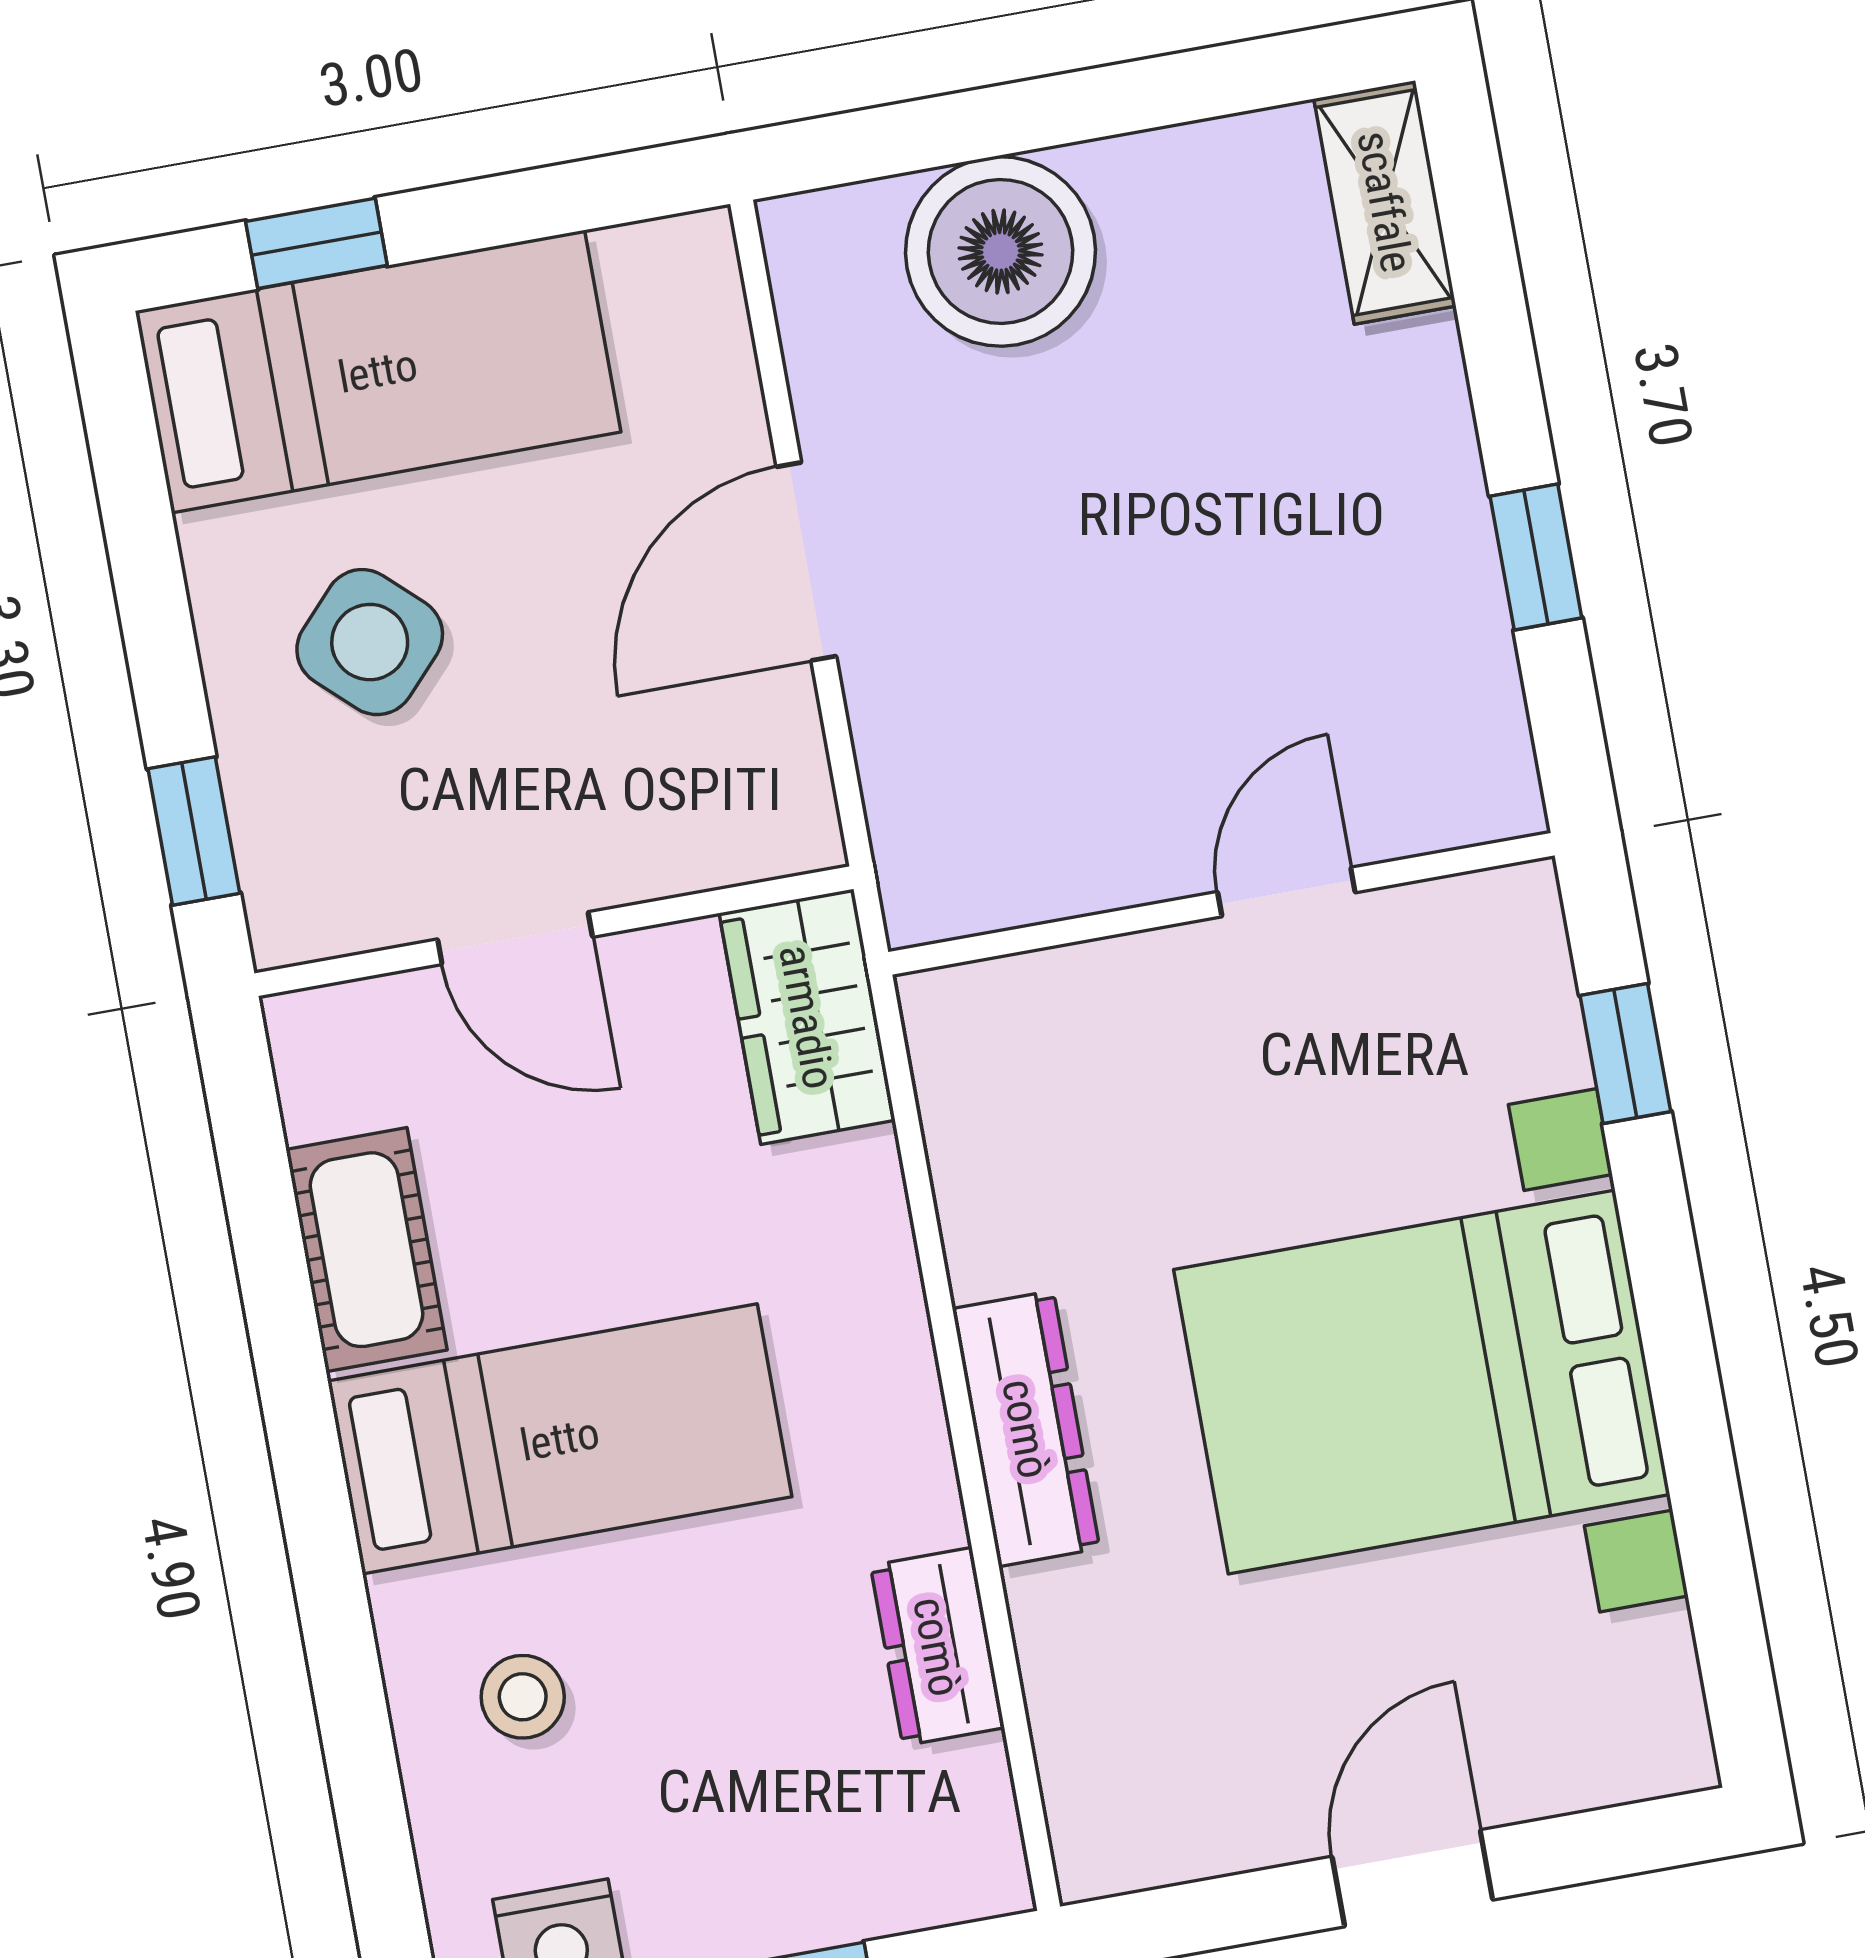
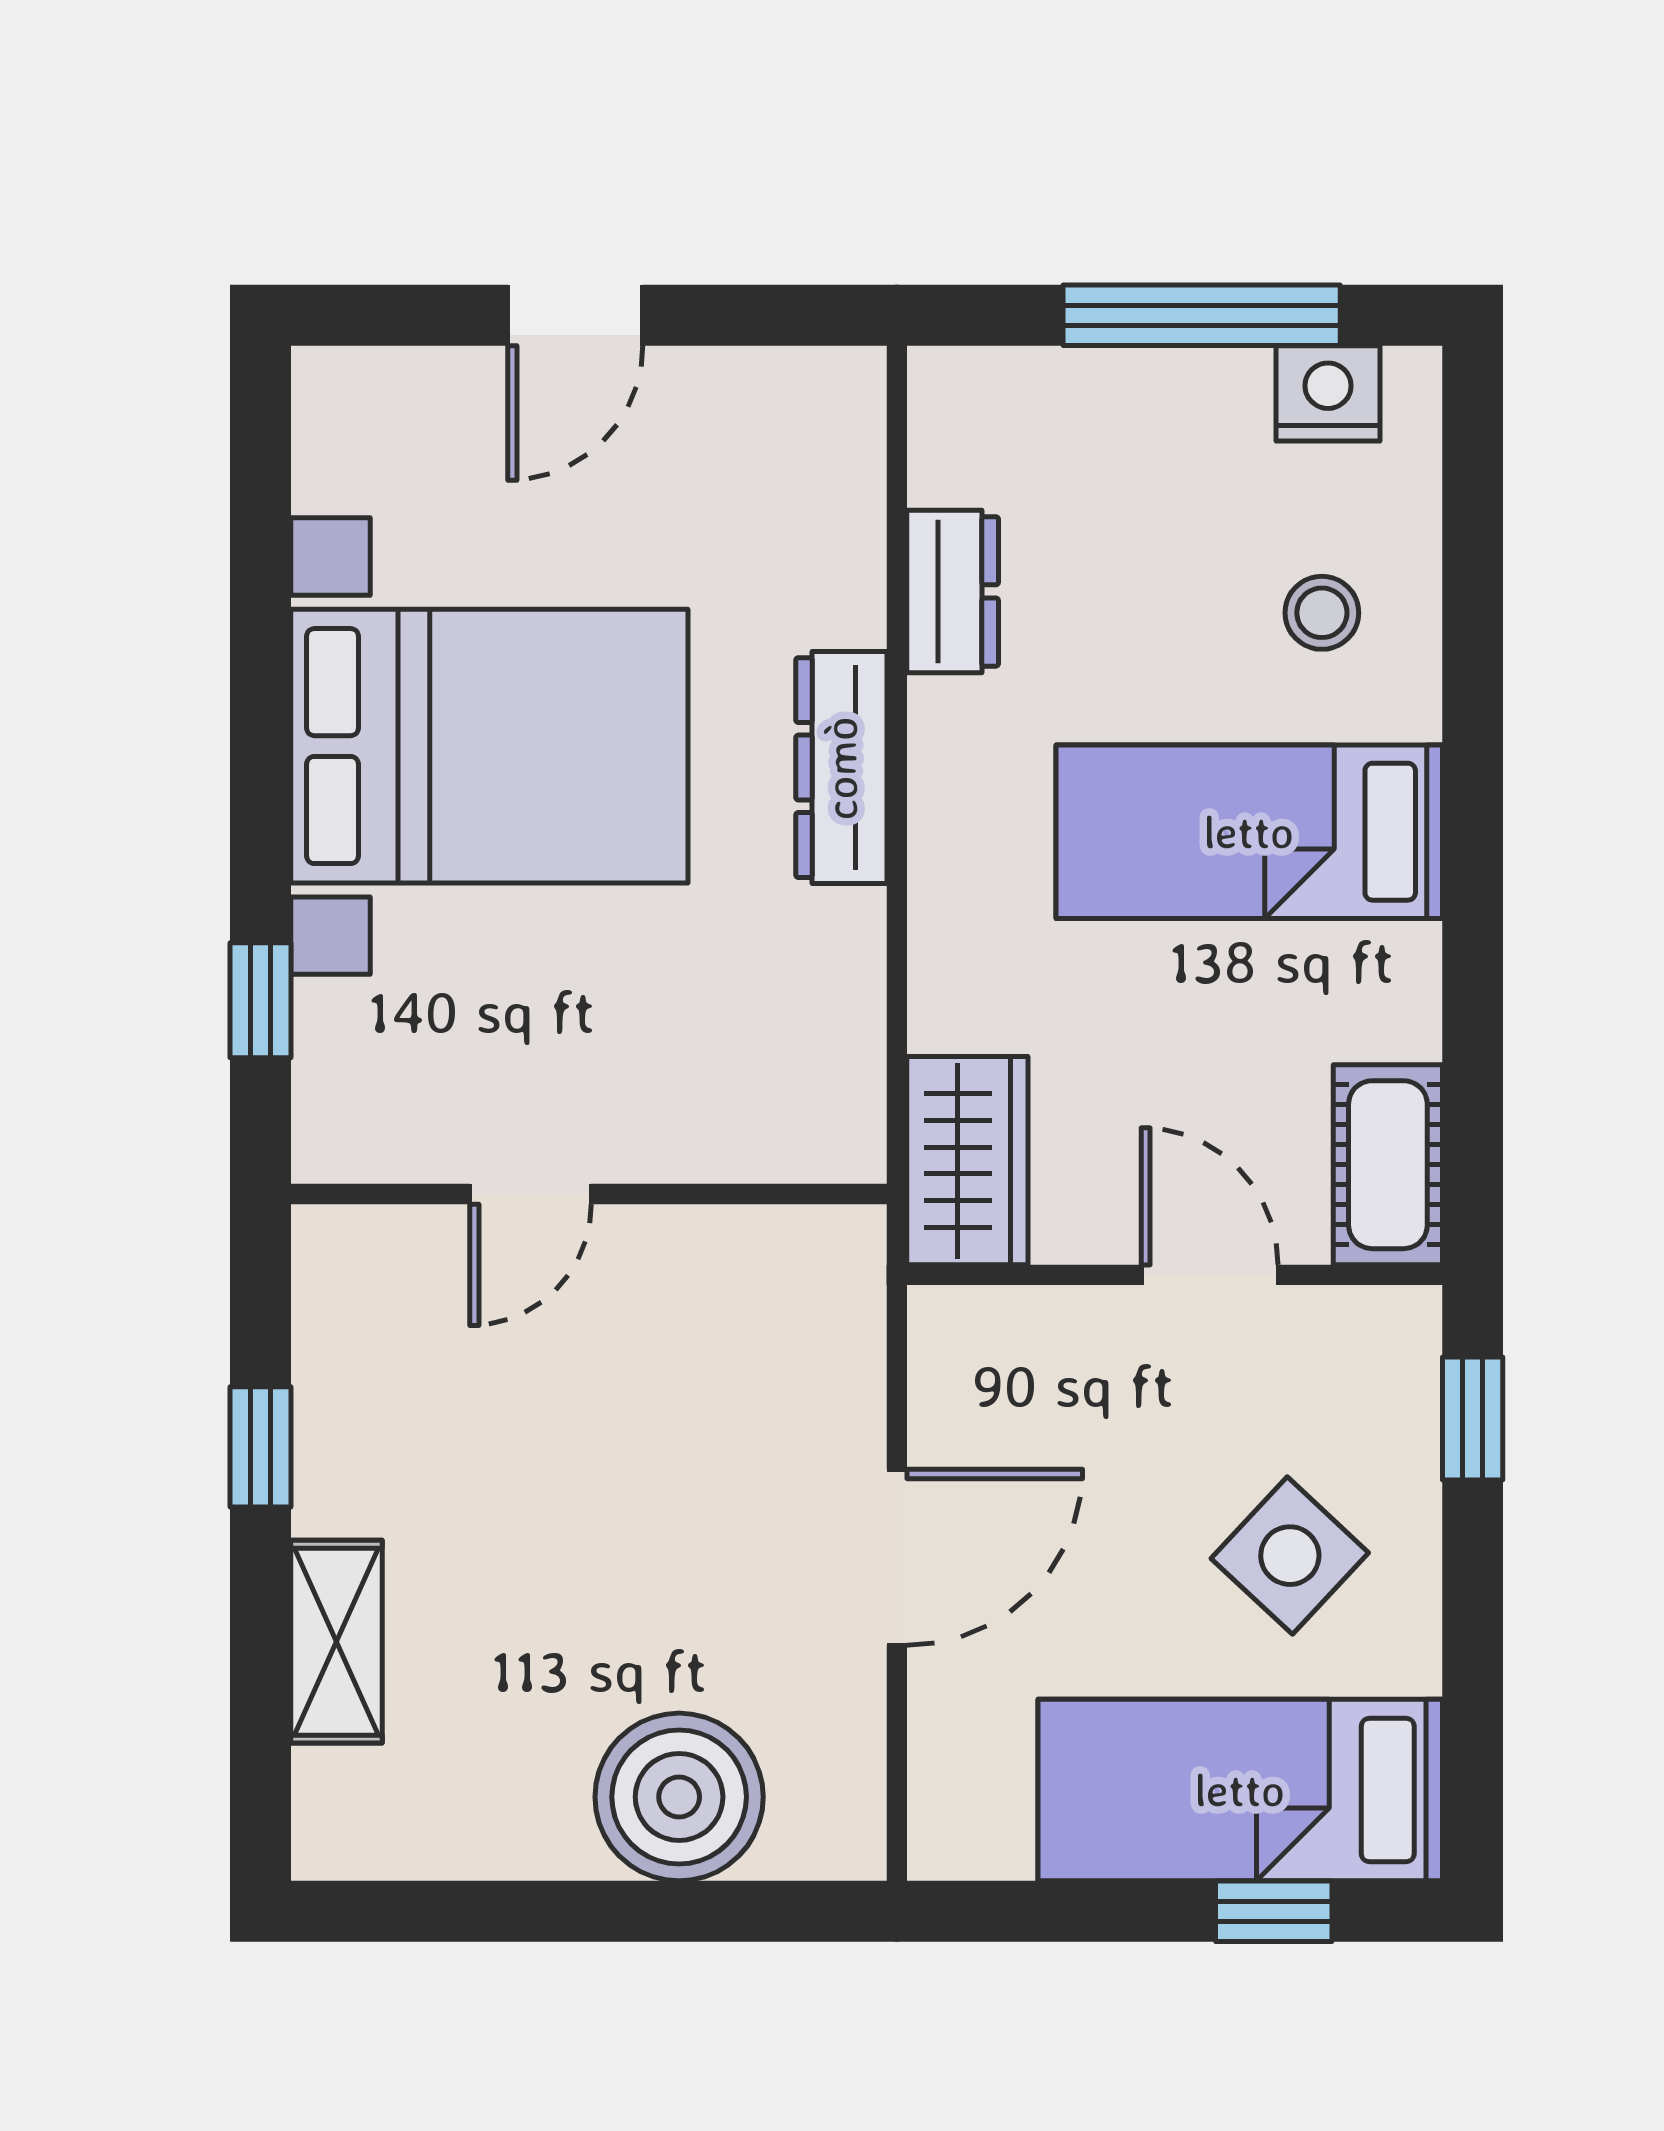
shelving: (1385, 202) -> (336, 1642), moved
cot: (366, 1250) -> (1388, 1165), moved

